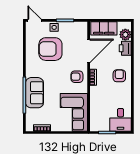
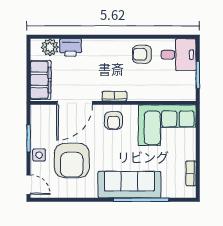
door: (34, 20) -> (29, 185), swing flipped
door: (89, 51) -> (75, 103), swing flipped
armchair: (119, 76) -> (142, 54), moved
sofa: (34, 93) -> (129, 185), width x1.36

